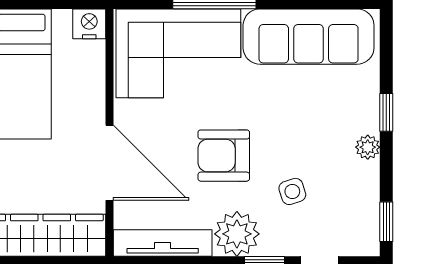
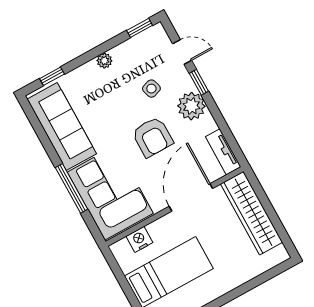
nightstand: (89, 24) -> (139, 239), moved, turned 90
window: (386, 112) -> (52, 76), moved
tv unit: (163, 243) -> (223, 152), width x0.71

